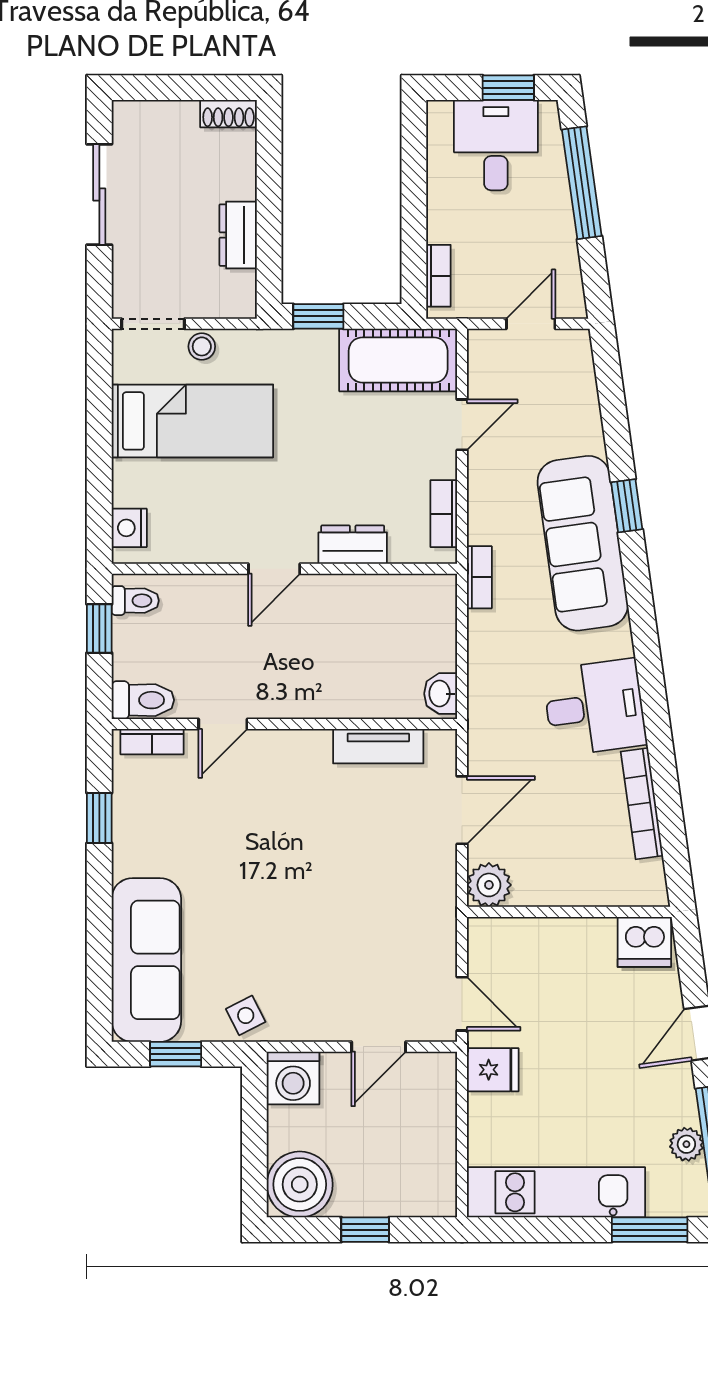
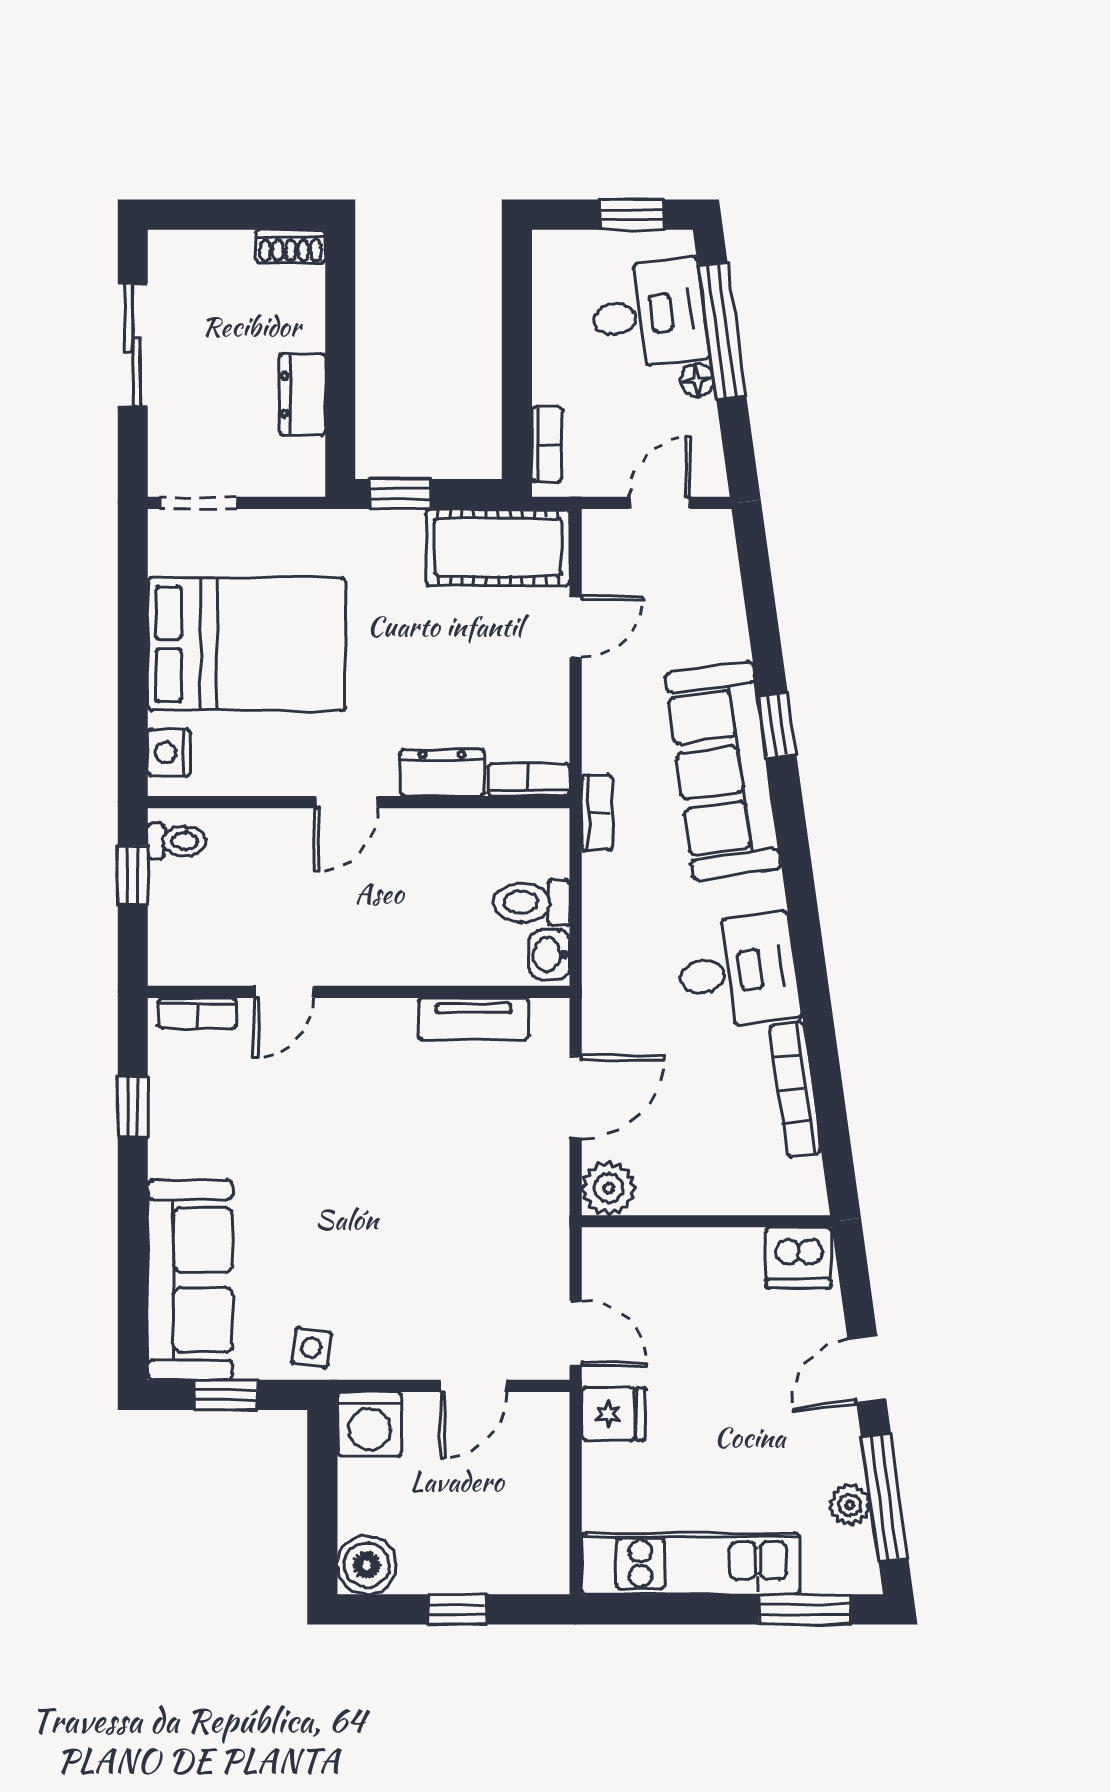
desk: (496, 145) -> (649, 314), moved, turned 82
floor lamp: (561, 223) -> (697, 380), added
stool: (202, 346) -> (258, 531), removed
bed: (192, 421) -> (246, 644), width x1.50
bookcase: (444, 514) -> (529, 780), moved, turned 90
toilet: (143, 700) -> (531, 902), moved, turned 180
side table: (246, 1015) -> (312, 1348), turned 34
boiler: (300, 1184) -> (367, 1565), width x0.73, depth x0.73

